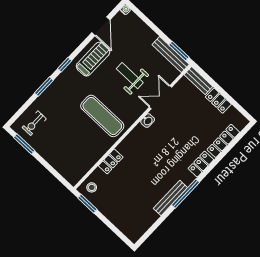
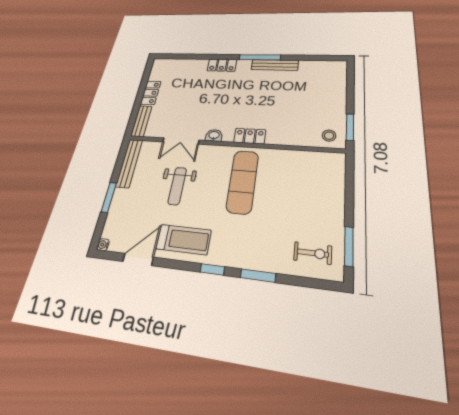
window: (179, 51) -> (109, 197), moved
treadmill: (93, 59) -> (184, 239), turned 180
locker: (223, 141) -> (187, 64), removed
locker: (111, 161) -> (250, 136), moved

